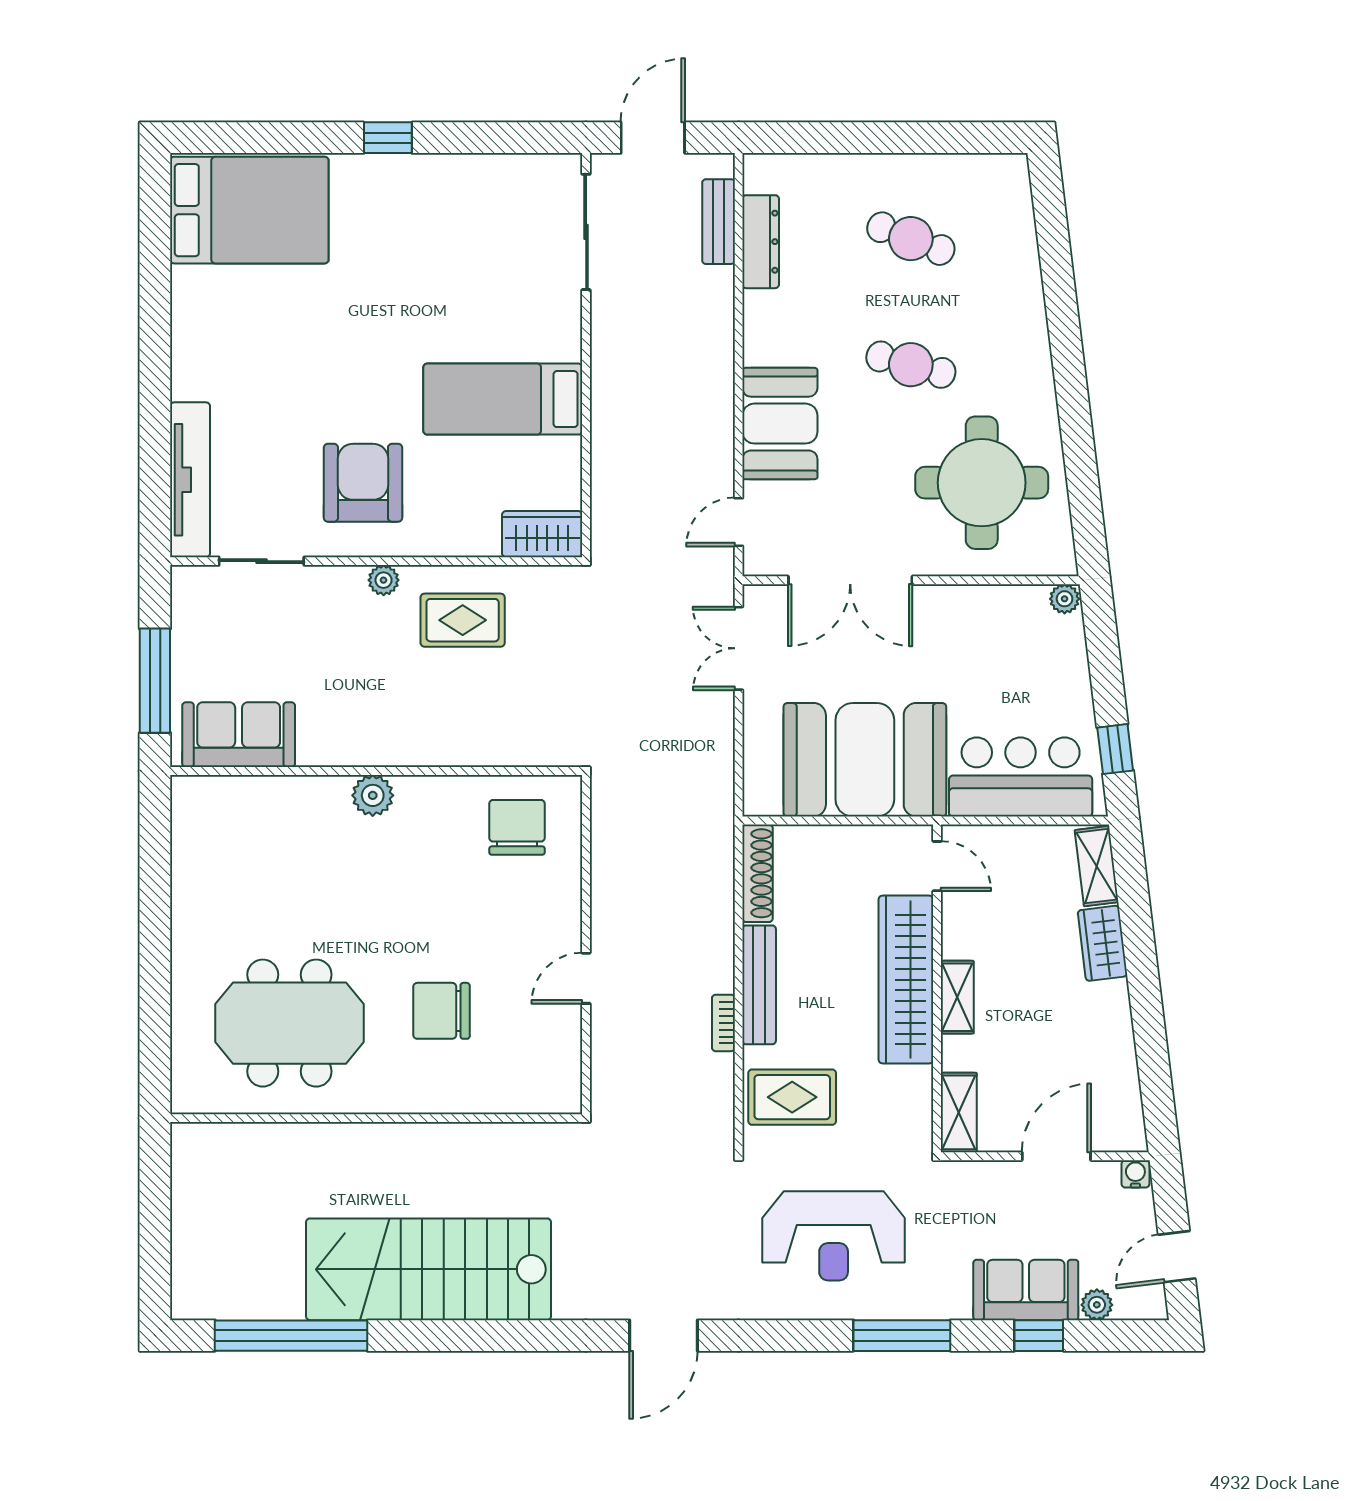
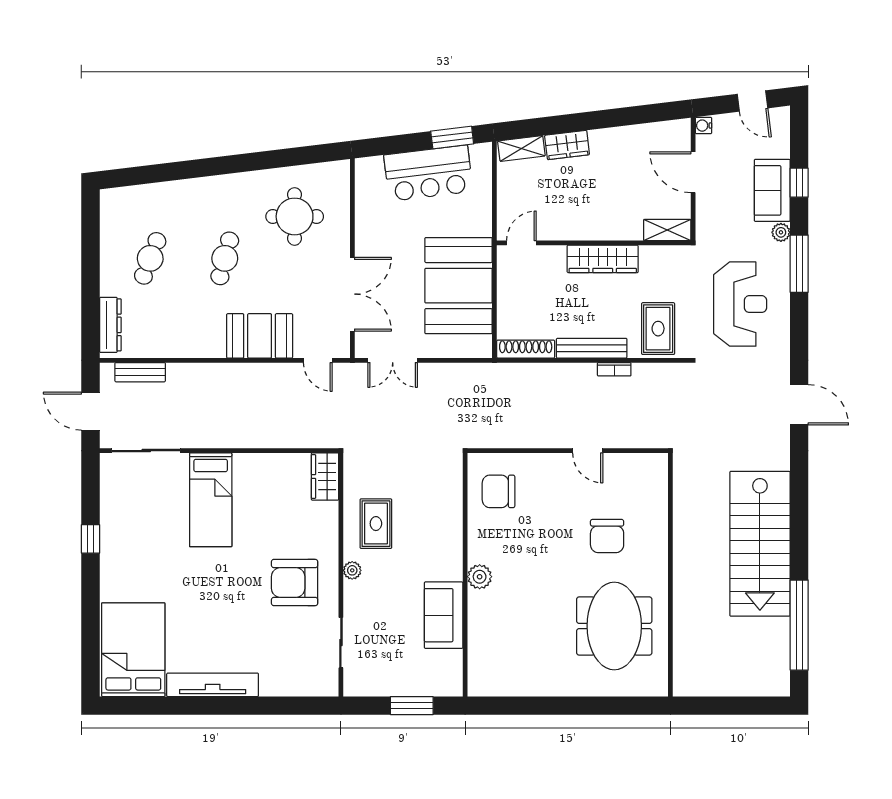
window: (388, 138) -> (90, 539), moved
dresser: (761, 242) -> (110, 325), moved, turned 90
bed: (503, 399) -> (211, 500), moved
tv unit: (190, 480) -> (213, 685), moved
round table: (982, 483) -> (295, 216), width x0.73, depth x0.73
plant: (1065, 599) -> (363, 167), removed
window: (155, 681) -> (412, 706), width x0.69
sofa: (239, 735) -> (444, 615), moved
window: (1115, 749) -> (452, 137), width x1.50
bar counter: (1021, 777) -> (428, 173), moved, turned -97
wardrobe: (906, 980) -> (603, 259), width x0.71, depth x0.85
shelving: (957, 997) -> (599, 231), removed
plant: (1097, 1305) -> (781, 232), moved

